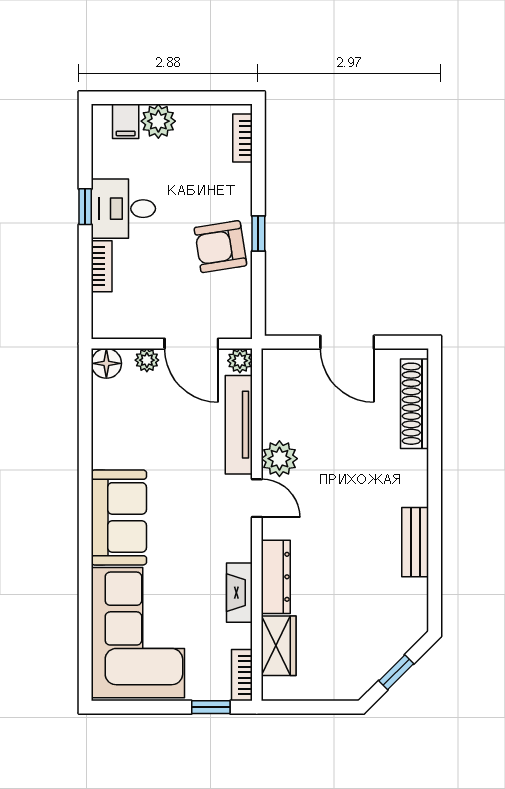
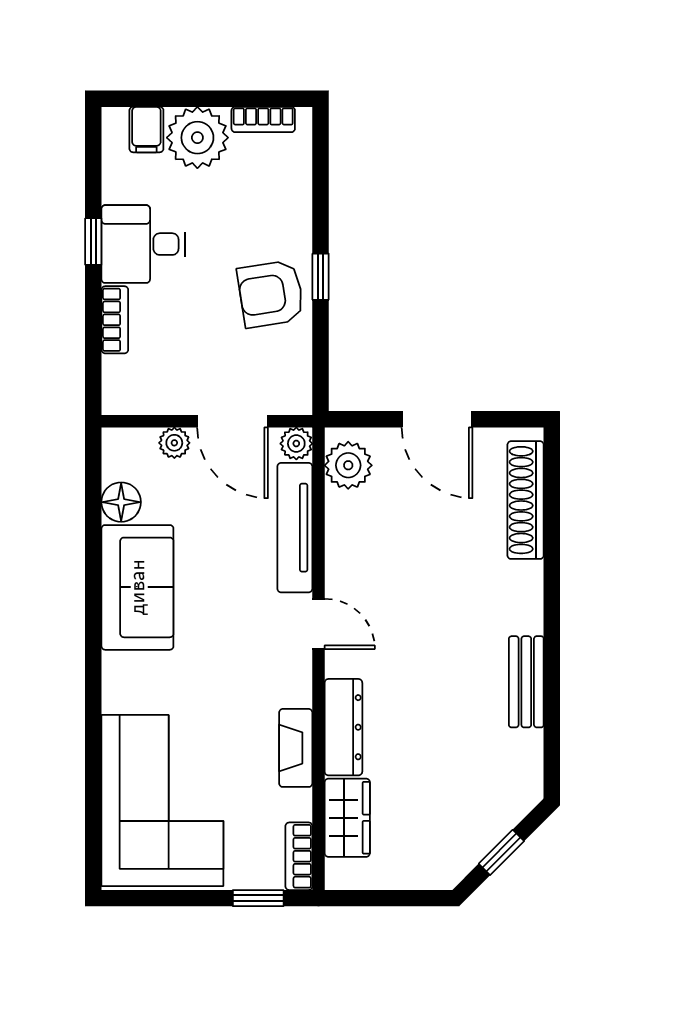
plant: (158, 121) -> (197, 138), width x1.36, depth x1.36
bookcase: (242, 138) -> (263, 120), moved, turned -90
floor lamp: (106, 363) -> (121, 502), moved
plant: (279, 459) -> (348, 465), moved
sofa: (119, 517) -> (137, 587), moved

